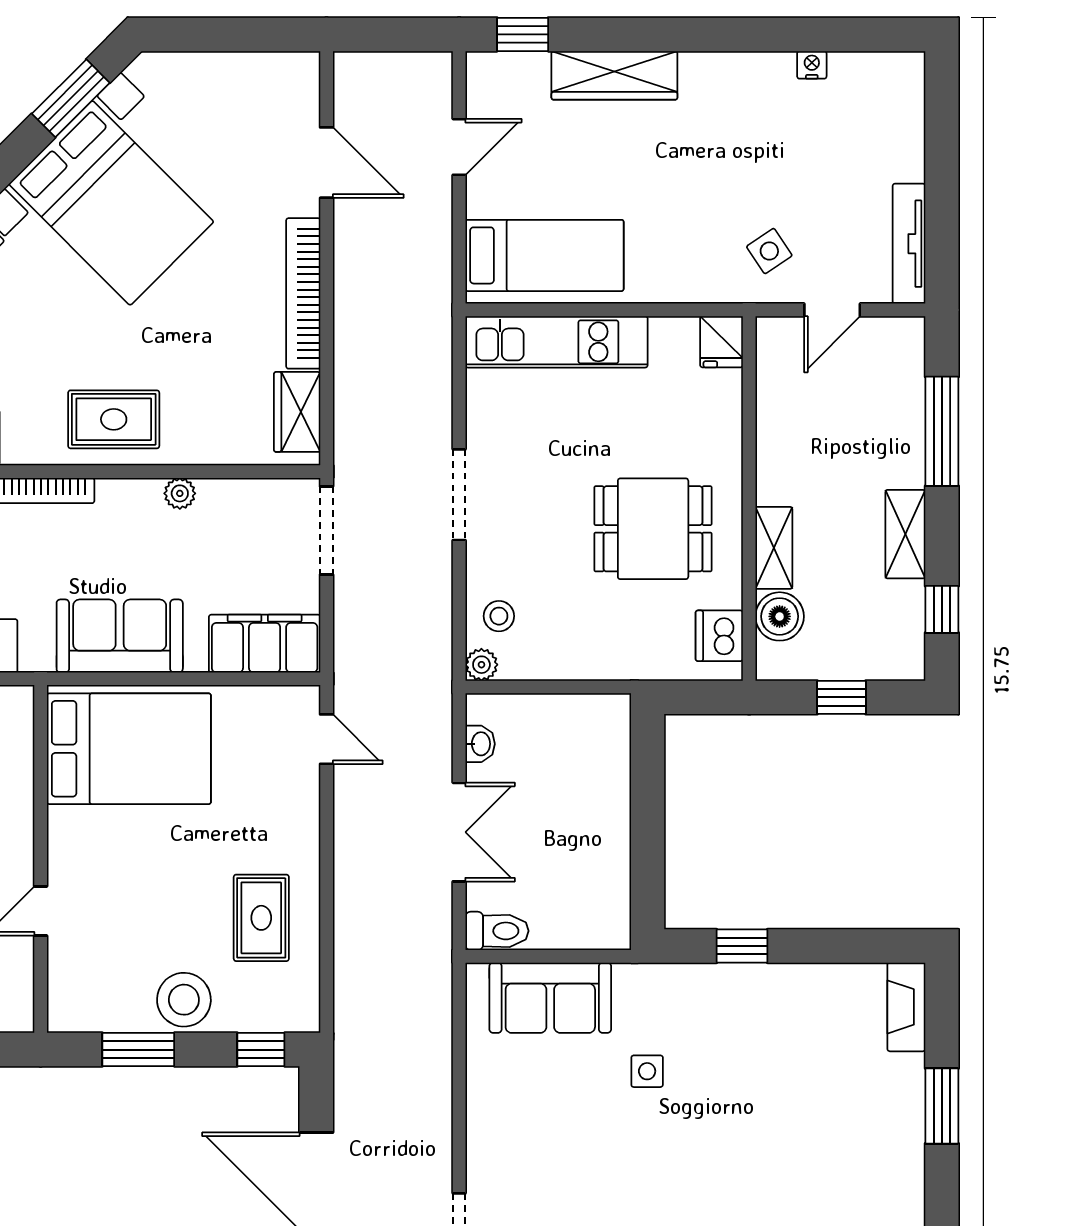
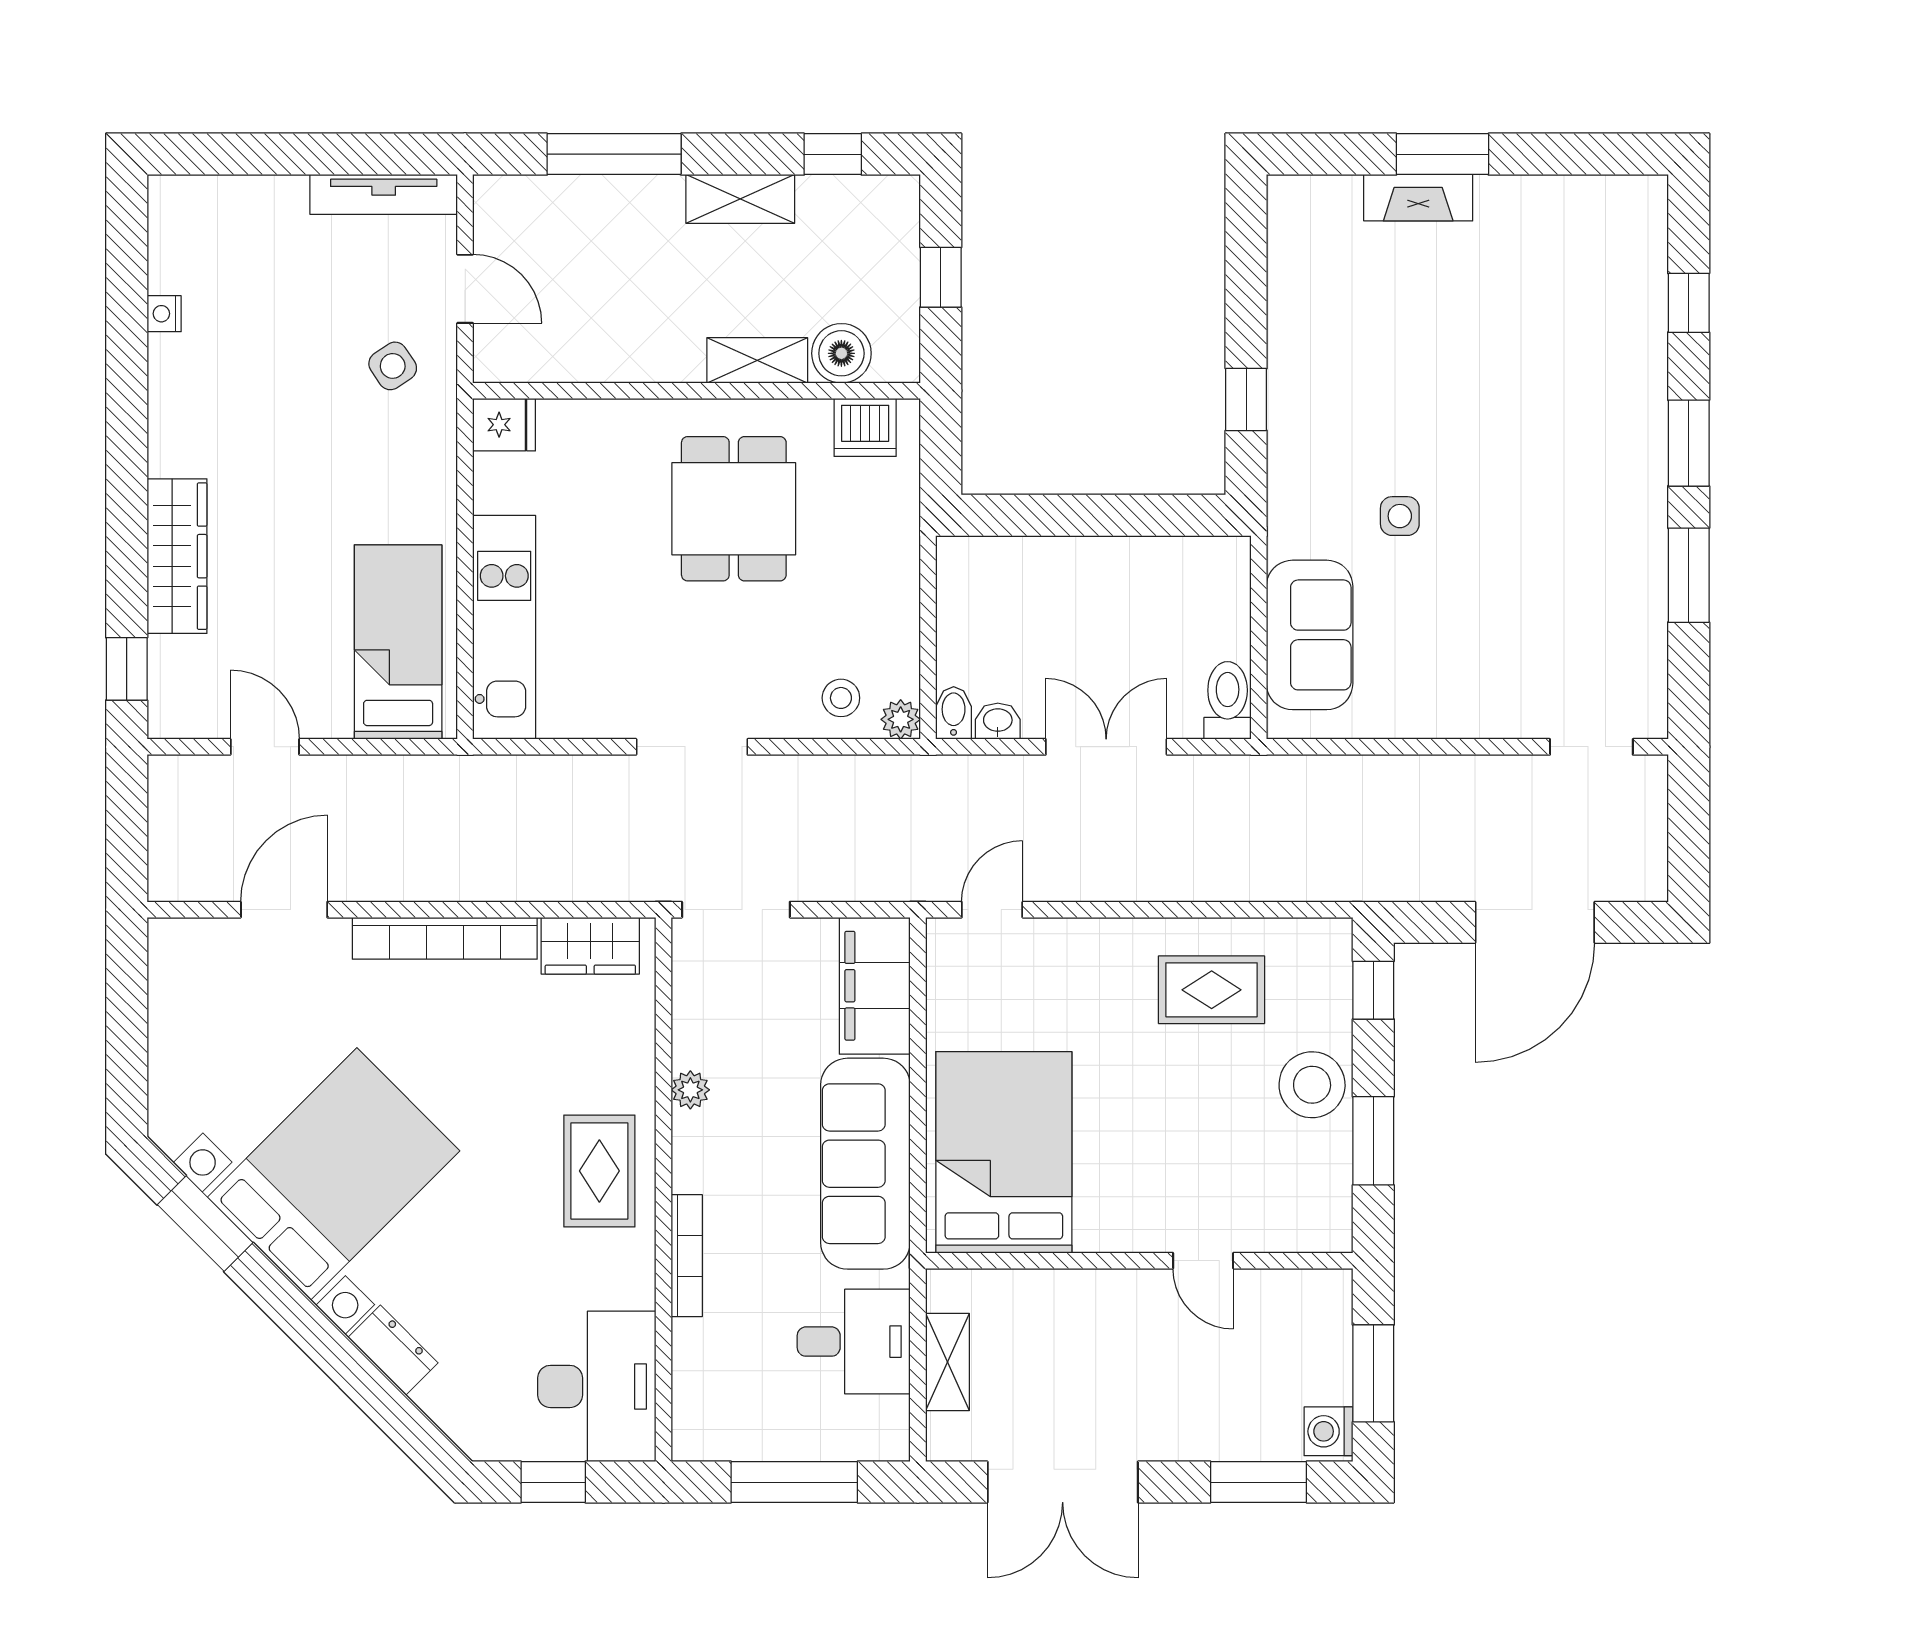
sofa: (120, 636) -> (865, 1164), width x1.36
bidet: (487, 708) -> (954, 713), added
fireplace: (906, 1007) -> (1418, 198), moved

